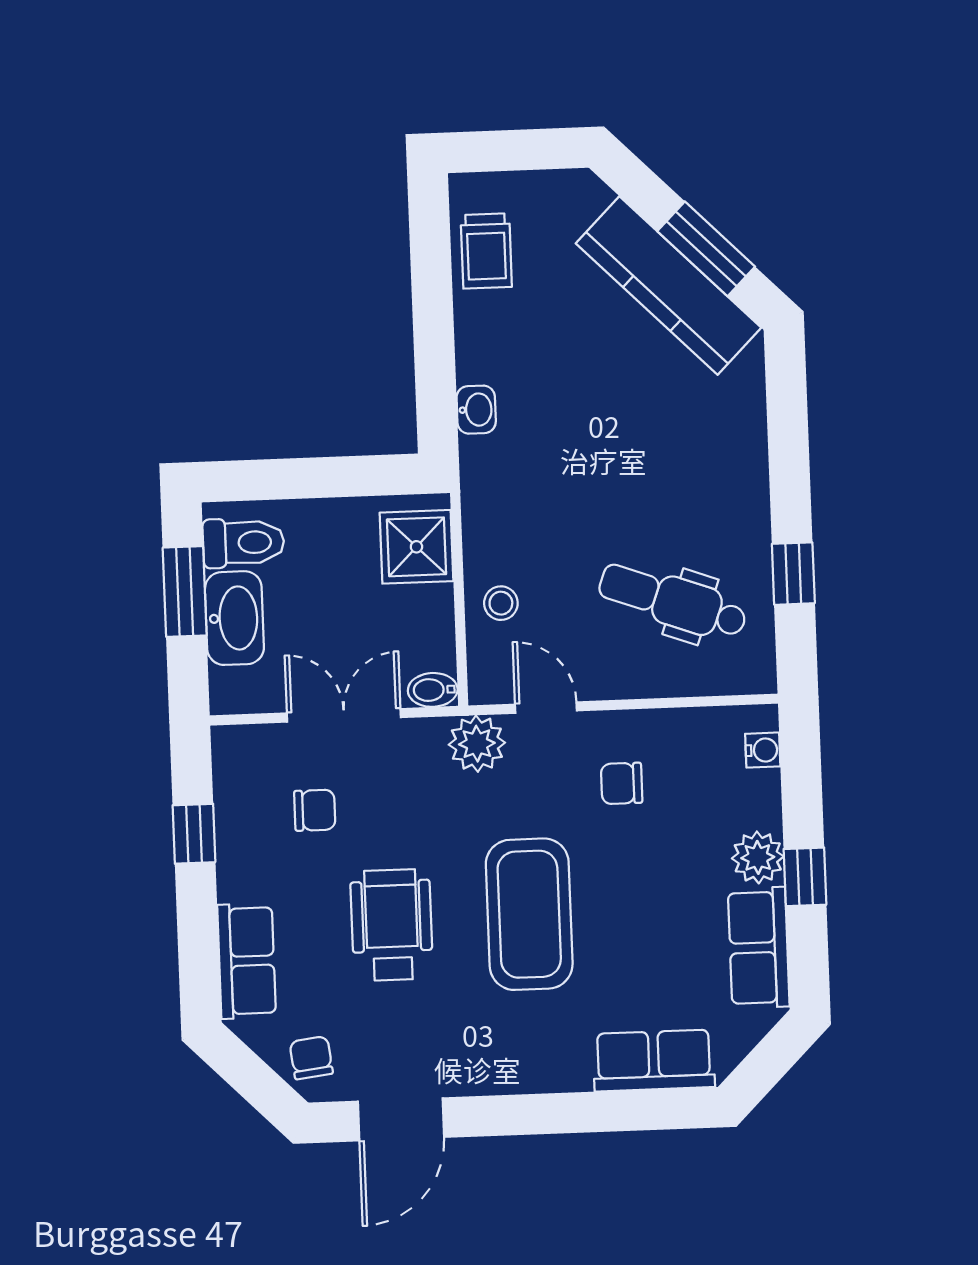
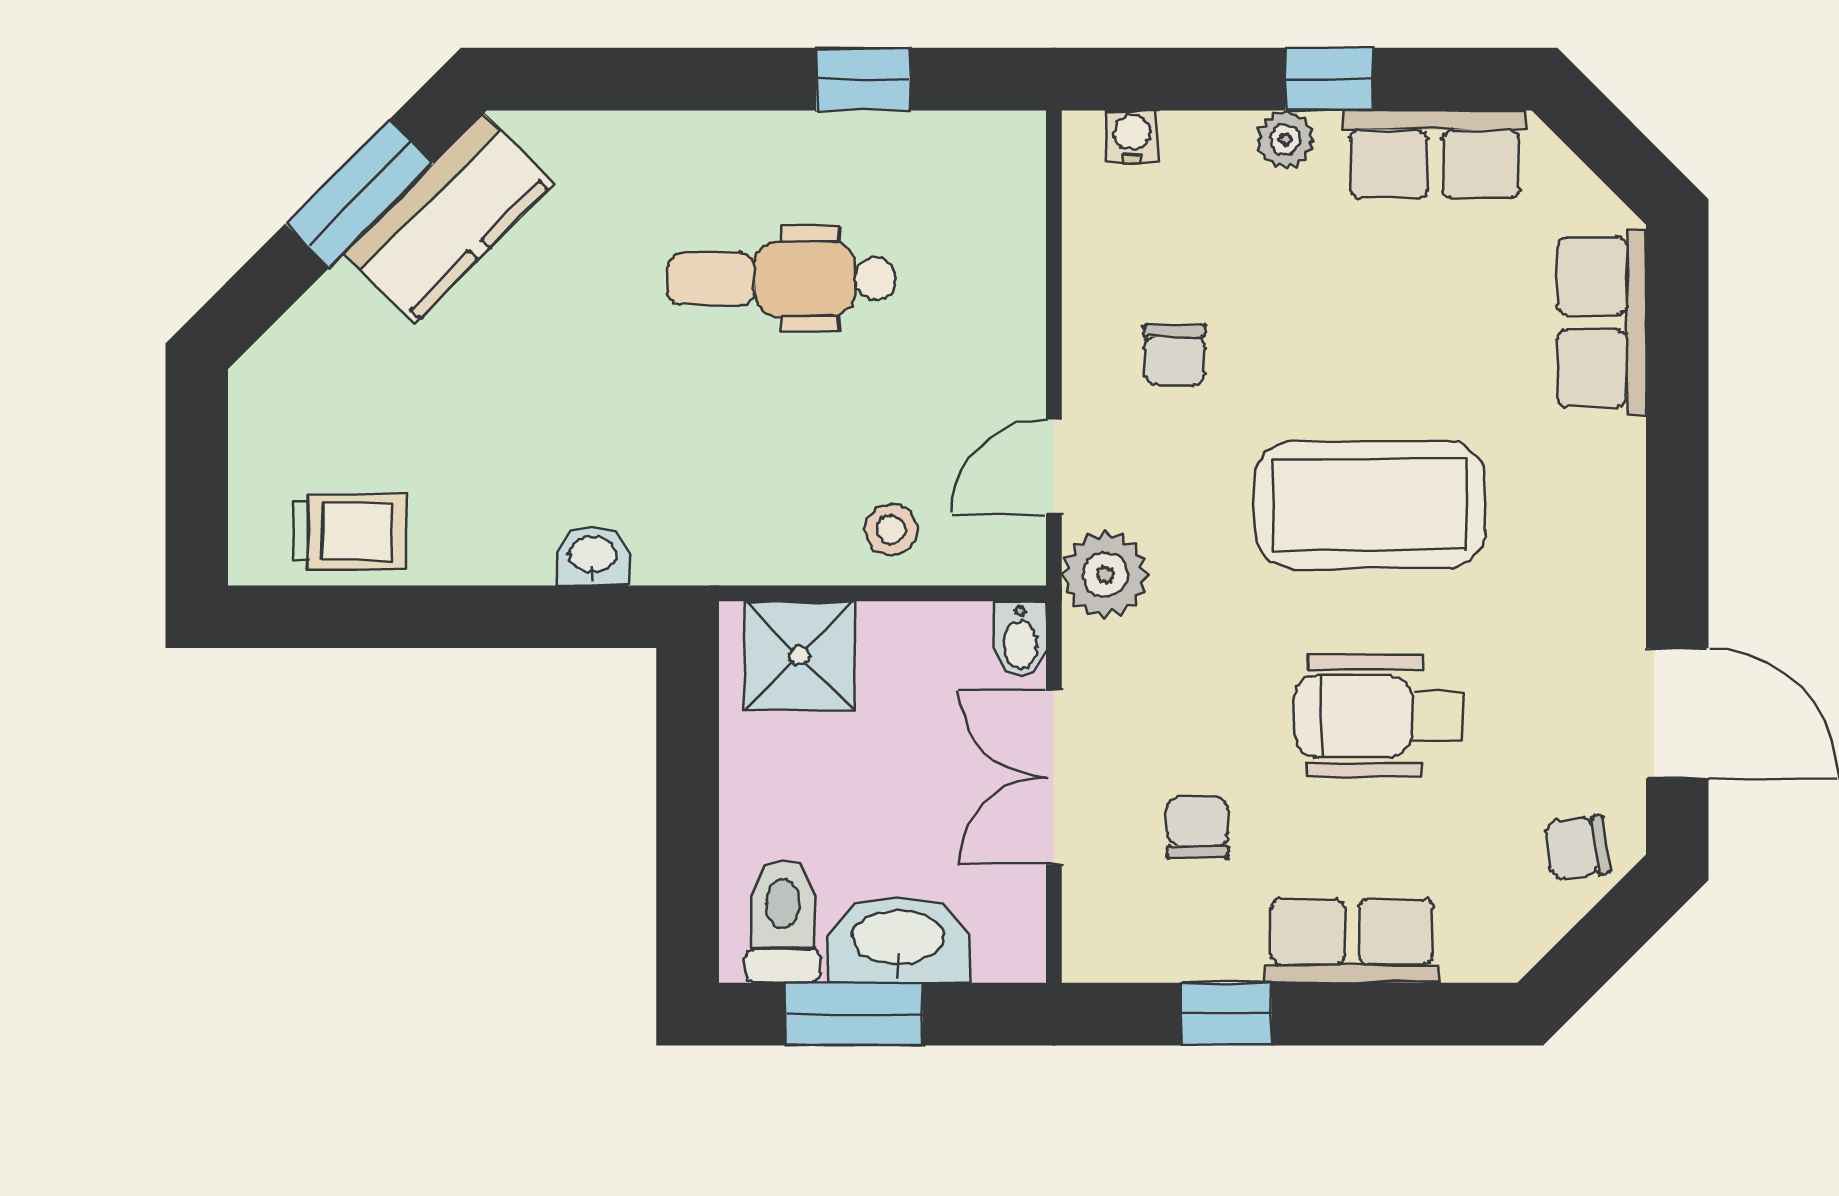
kitchen counter: (668, 286) -> (449, 219), width x0.67
dental chair: (673, 601) -> (782, 279), moved, turned 70
plant: (758, 857) -> (1285, 139), width x0.73, depth x0.73
row of seats: (247, 961) -> (1352, 941), moved

